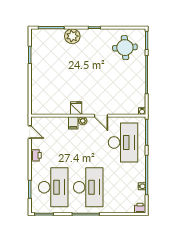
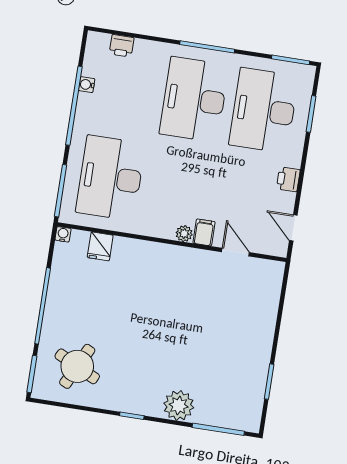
round table: (125, 48) -> (77, 366), turned 30
fridge: (76, 108) -> (100, 246), moved
door: (101, 116) -> (235, 252), moved
printer: (140, 208) -> (122, 46), moved

